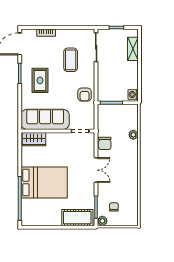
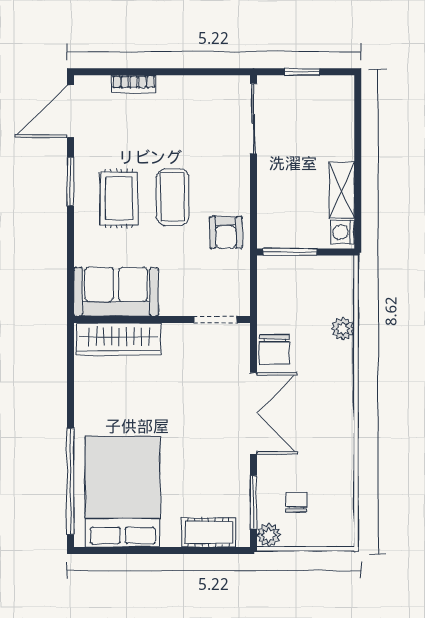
shelving: (133, 49) -> (342, 190), moved
coffee table: (71, 60) -> (172, 197), moved
sofa: (45, 119) -> (116, 292), width x0.73
wardrobe: (34, 139) -> (119, 339), width x1.50
double door: (96, 170) -> (253, 413), width x1.37
bed: (44, 182) -> (123, 492), moved, turned -90
cot: (77, 218) -> (209, 532), width x0.73, depth x0.75

